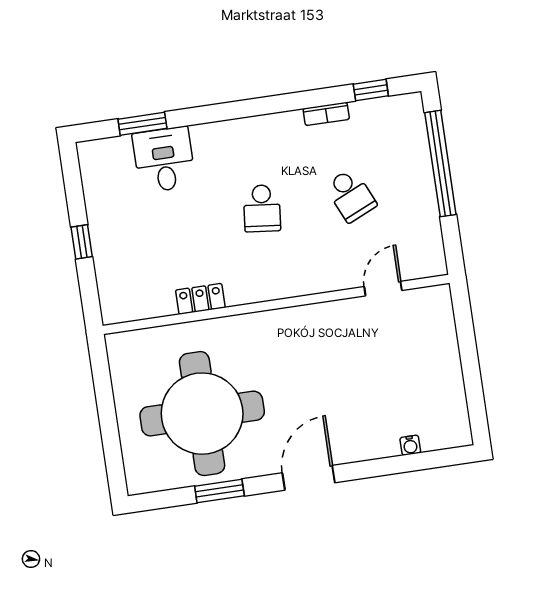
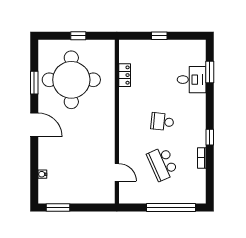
window: (371, 90) -> (210, 137), moved
school desk: (351, 195) -> (162, 164), width x1.85
locker: (200, 299) -> (125, 75), moved
window: (476, 402) -> (58, 207), added
window: (107, 412) -> (78, 36), added

